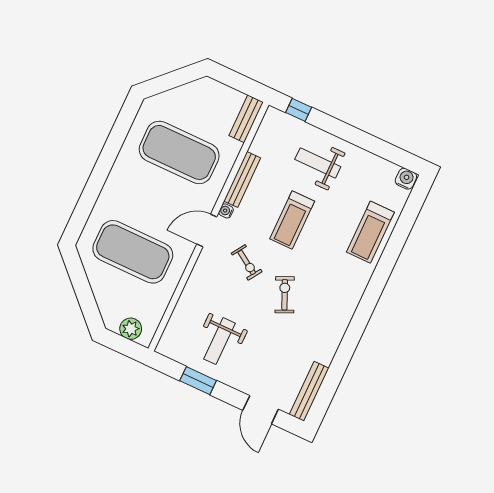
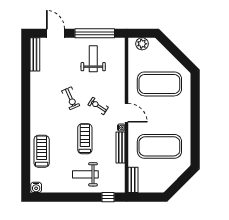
weight bench: (318, 163) -> (85, 174), turned 180
door: (207, 230) -> (126, 113), hinge flipped
window: (198, 381) -> (95, 33), width x2.11

